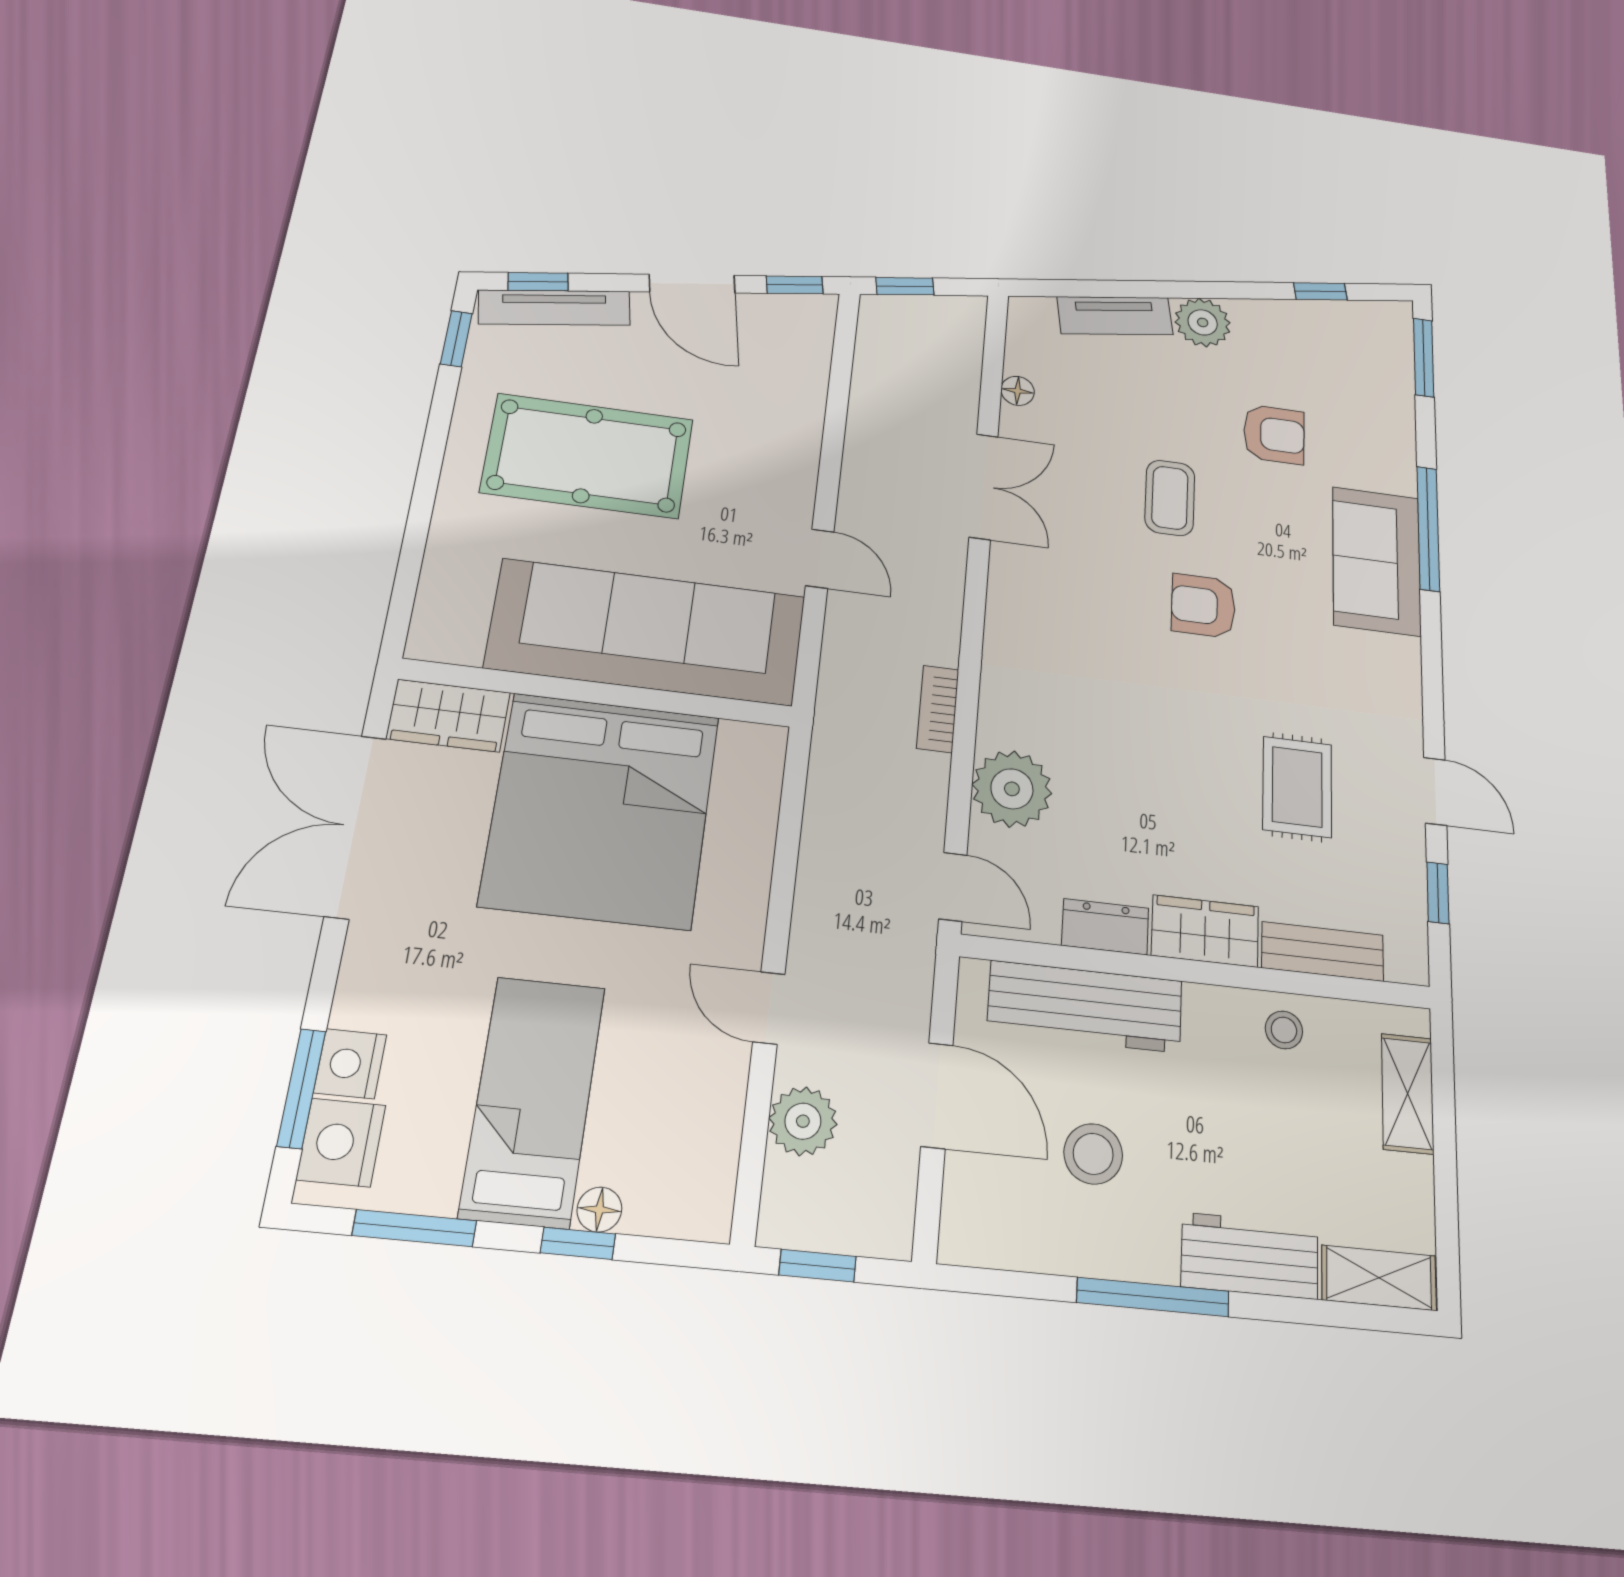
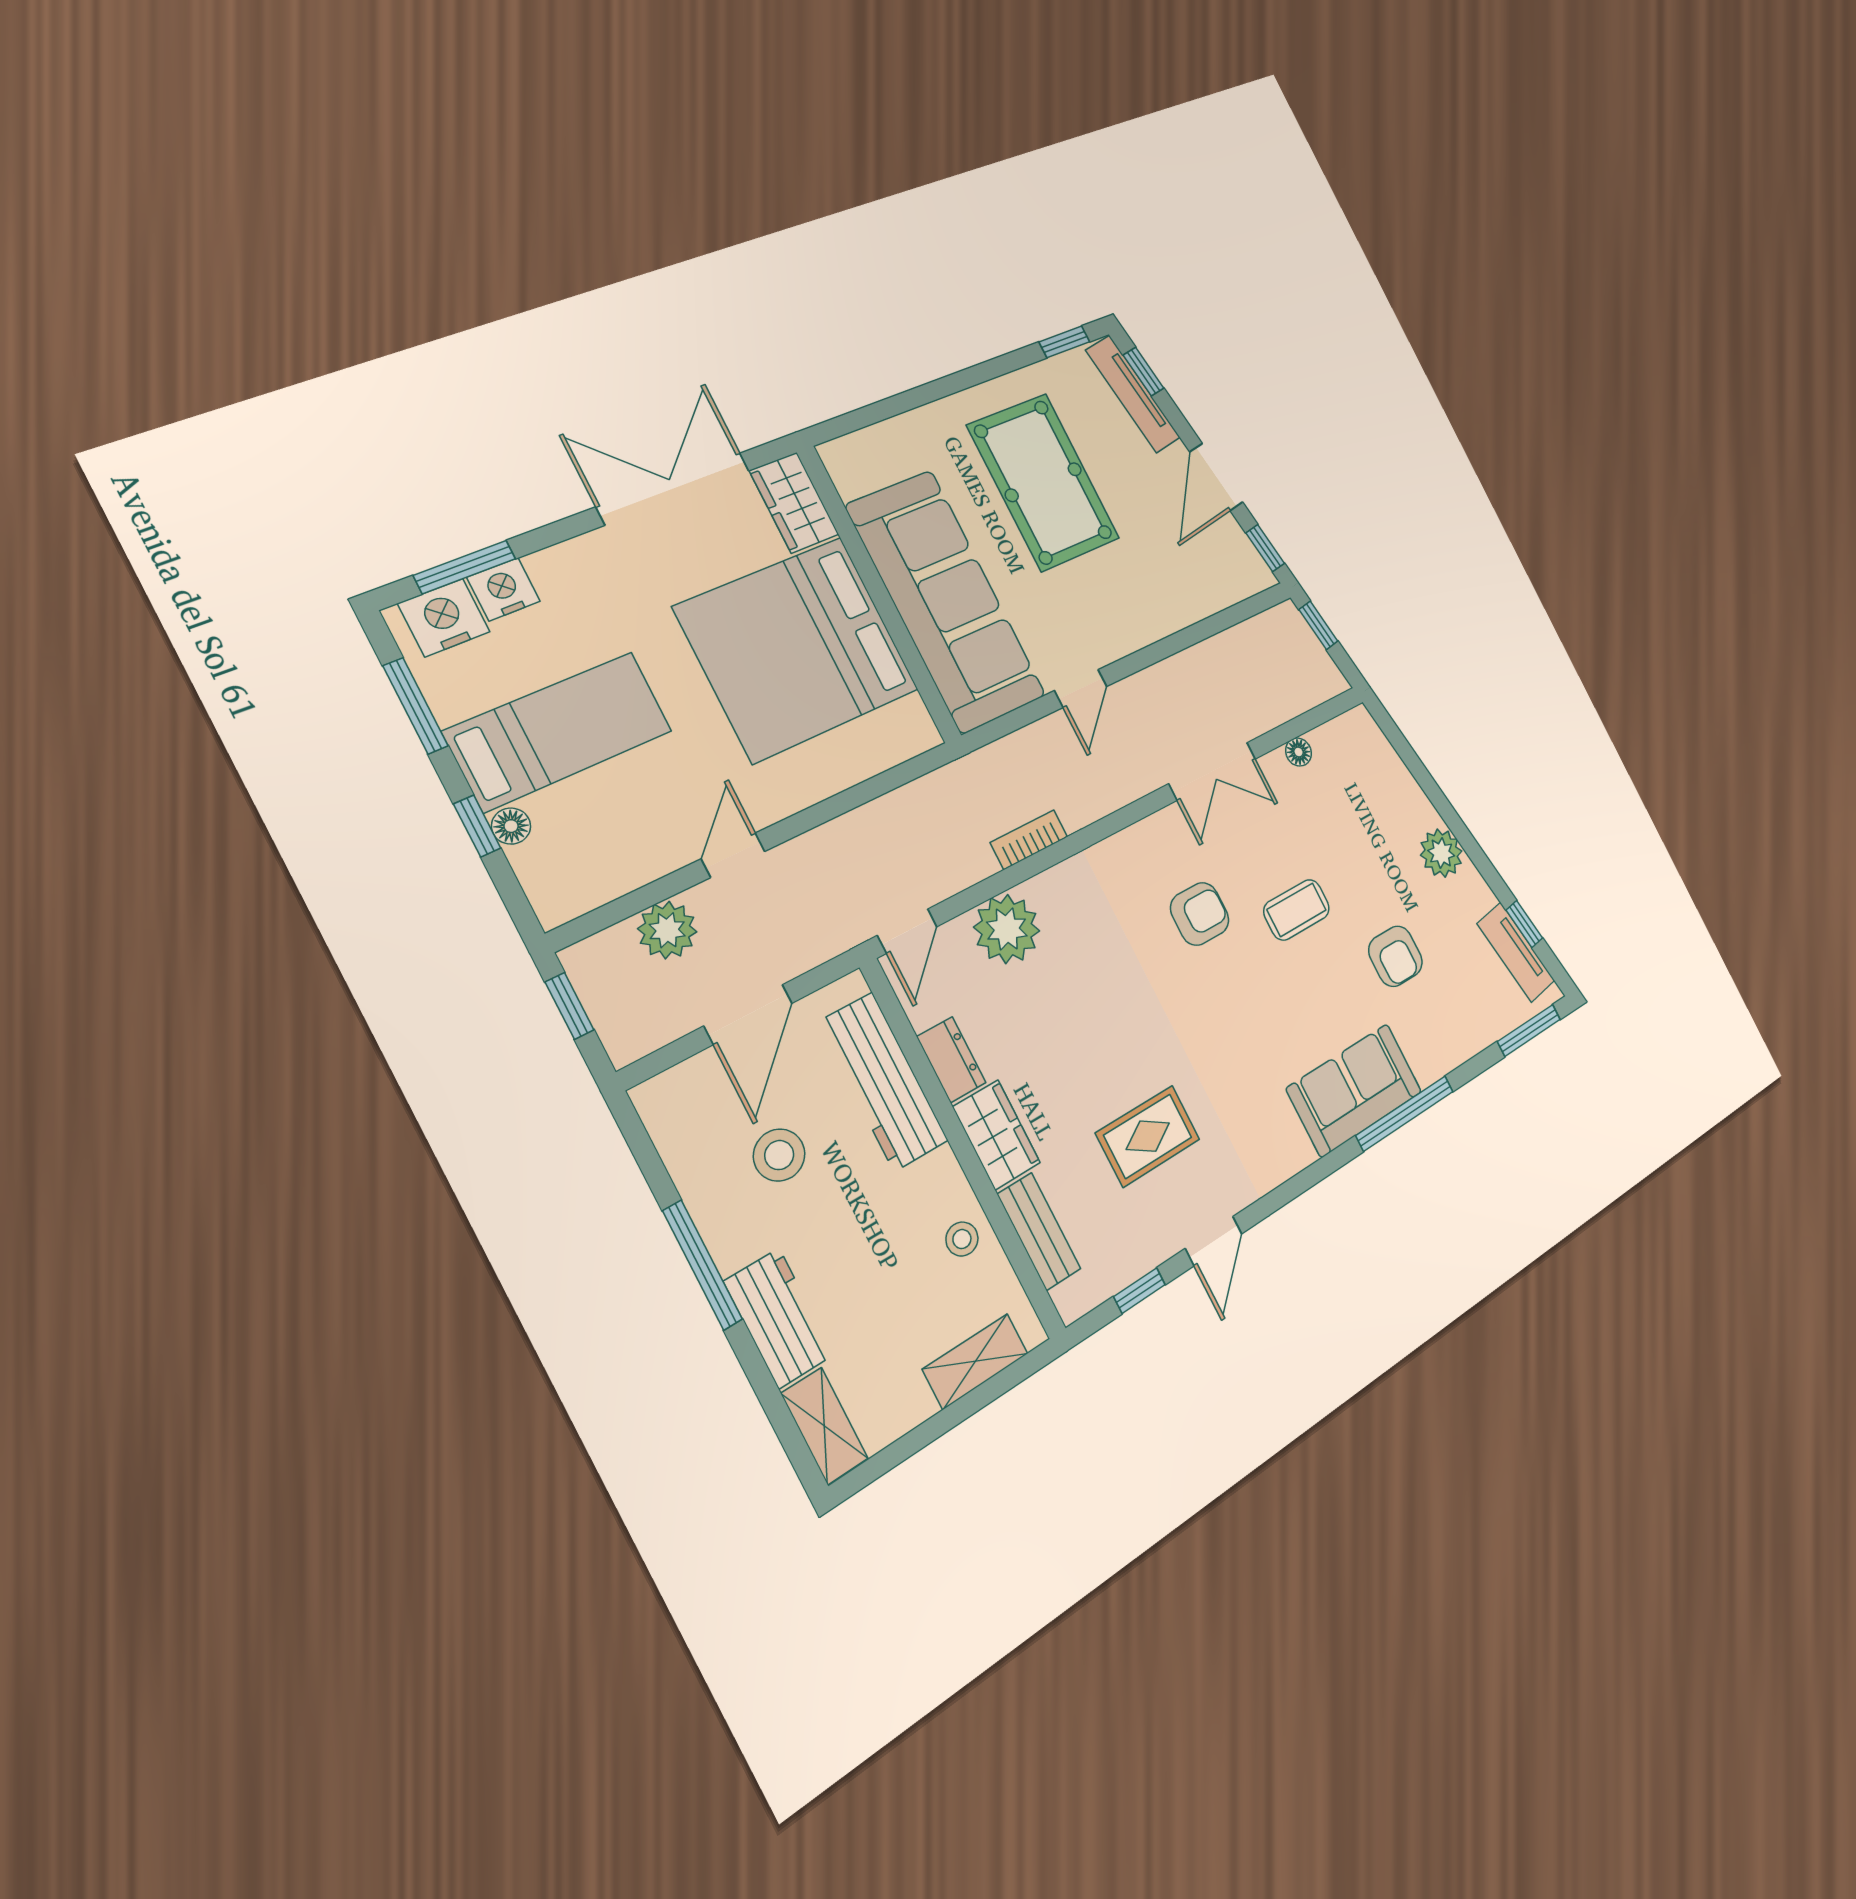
tv unit: (1115, 316) -> (1516, 952), moved
armchair: (1203, 606) -> (1200, 914), moved, turned 90

